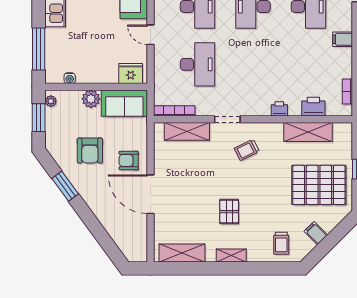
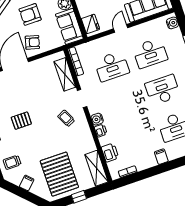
water cooler: (262, 109) -> (97, 119), added
shelving: (308, 132) -> (96, 168), moved
armchair: (129, 160) -> (32, 42), turned 105

